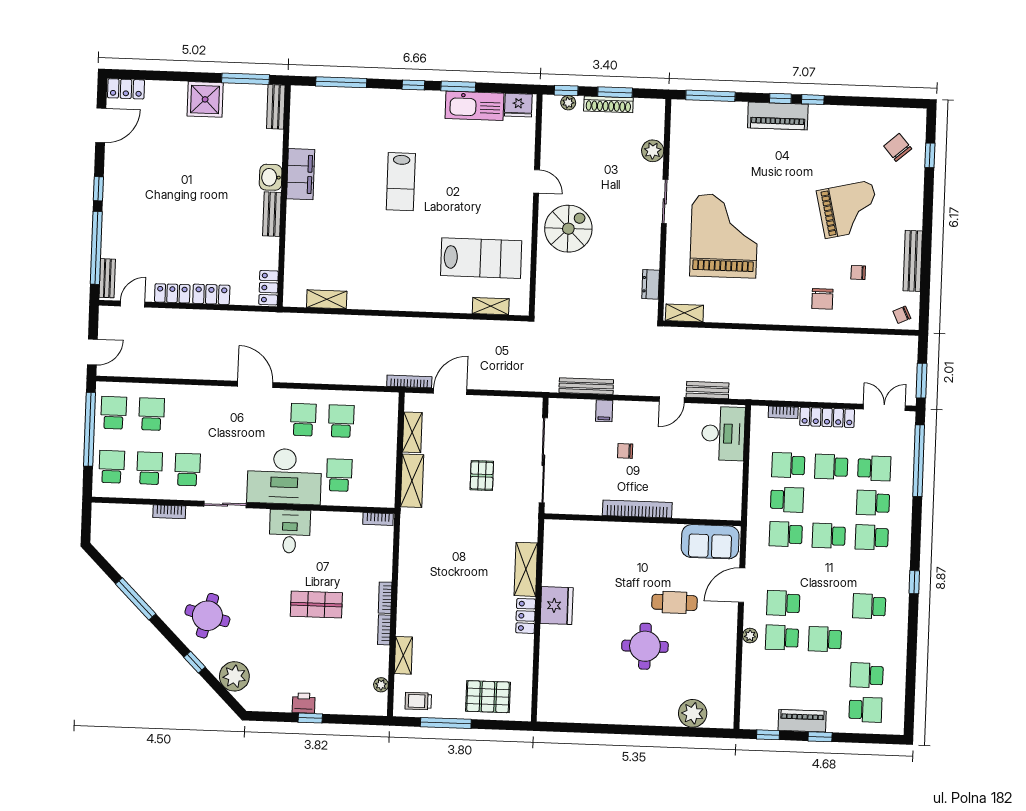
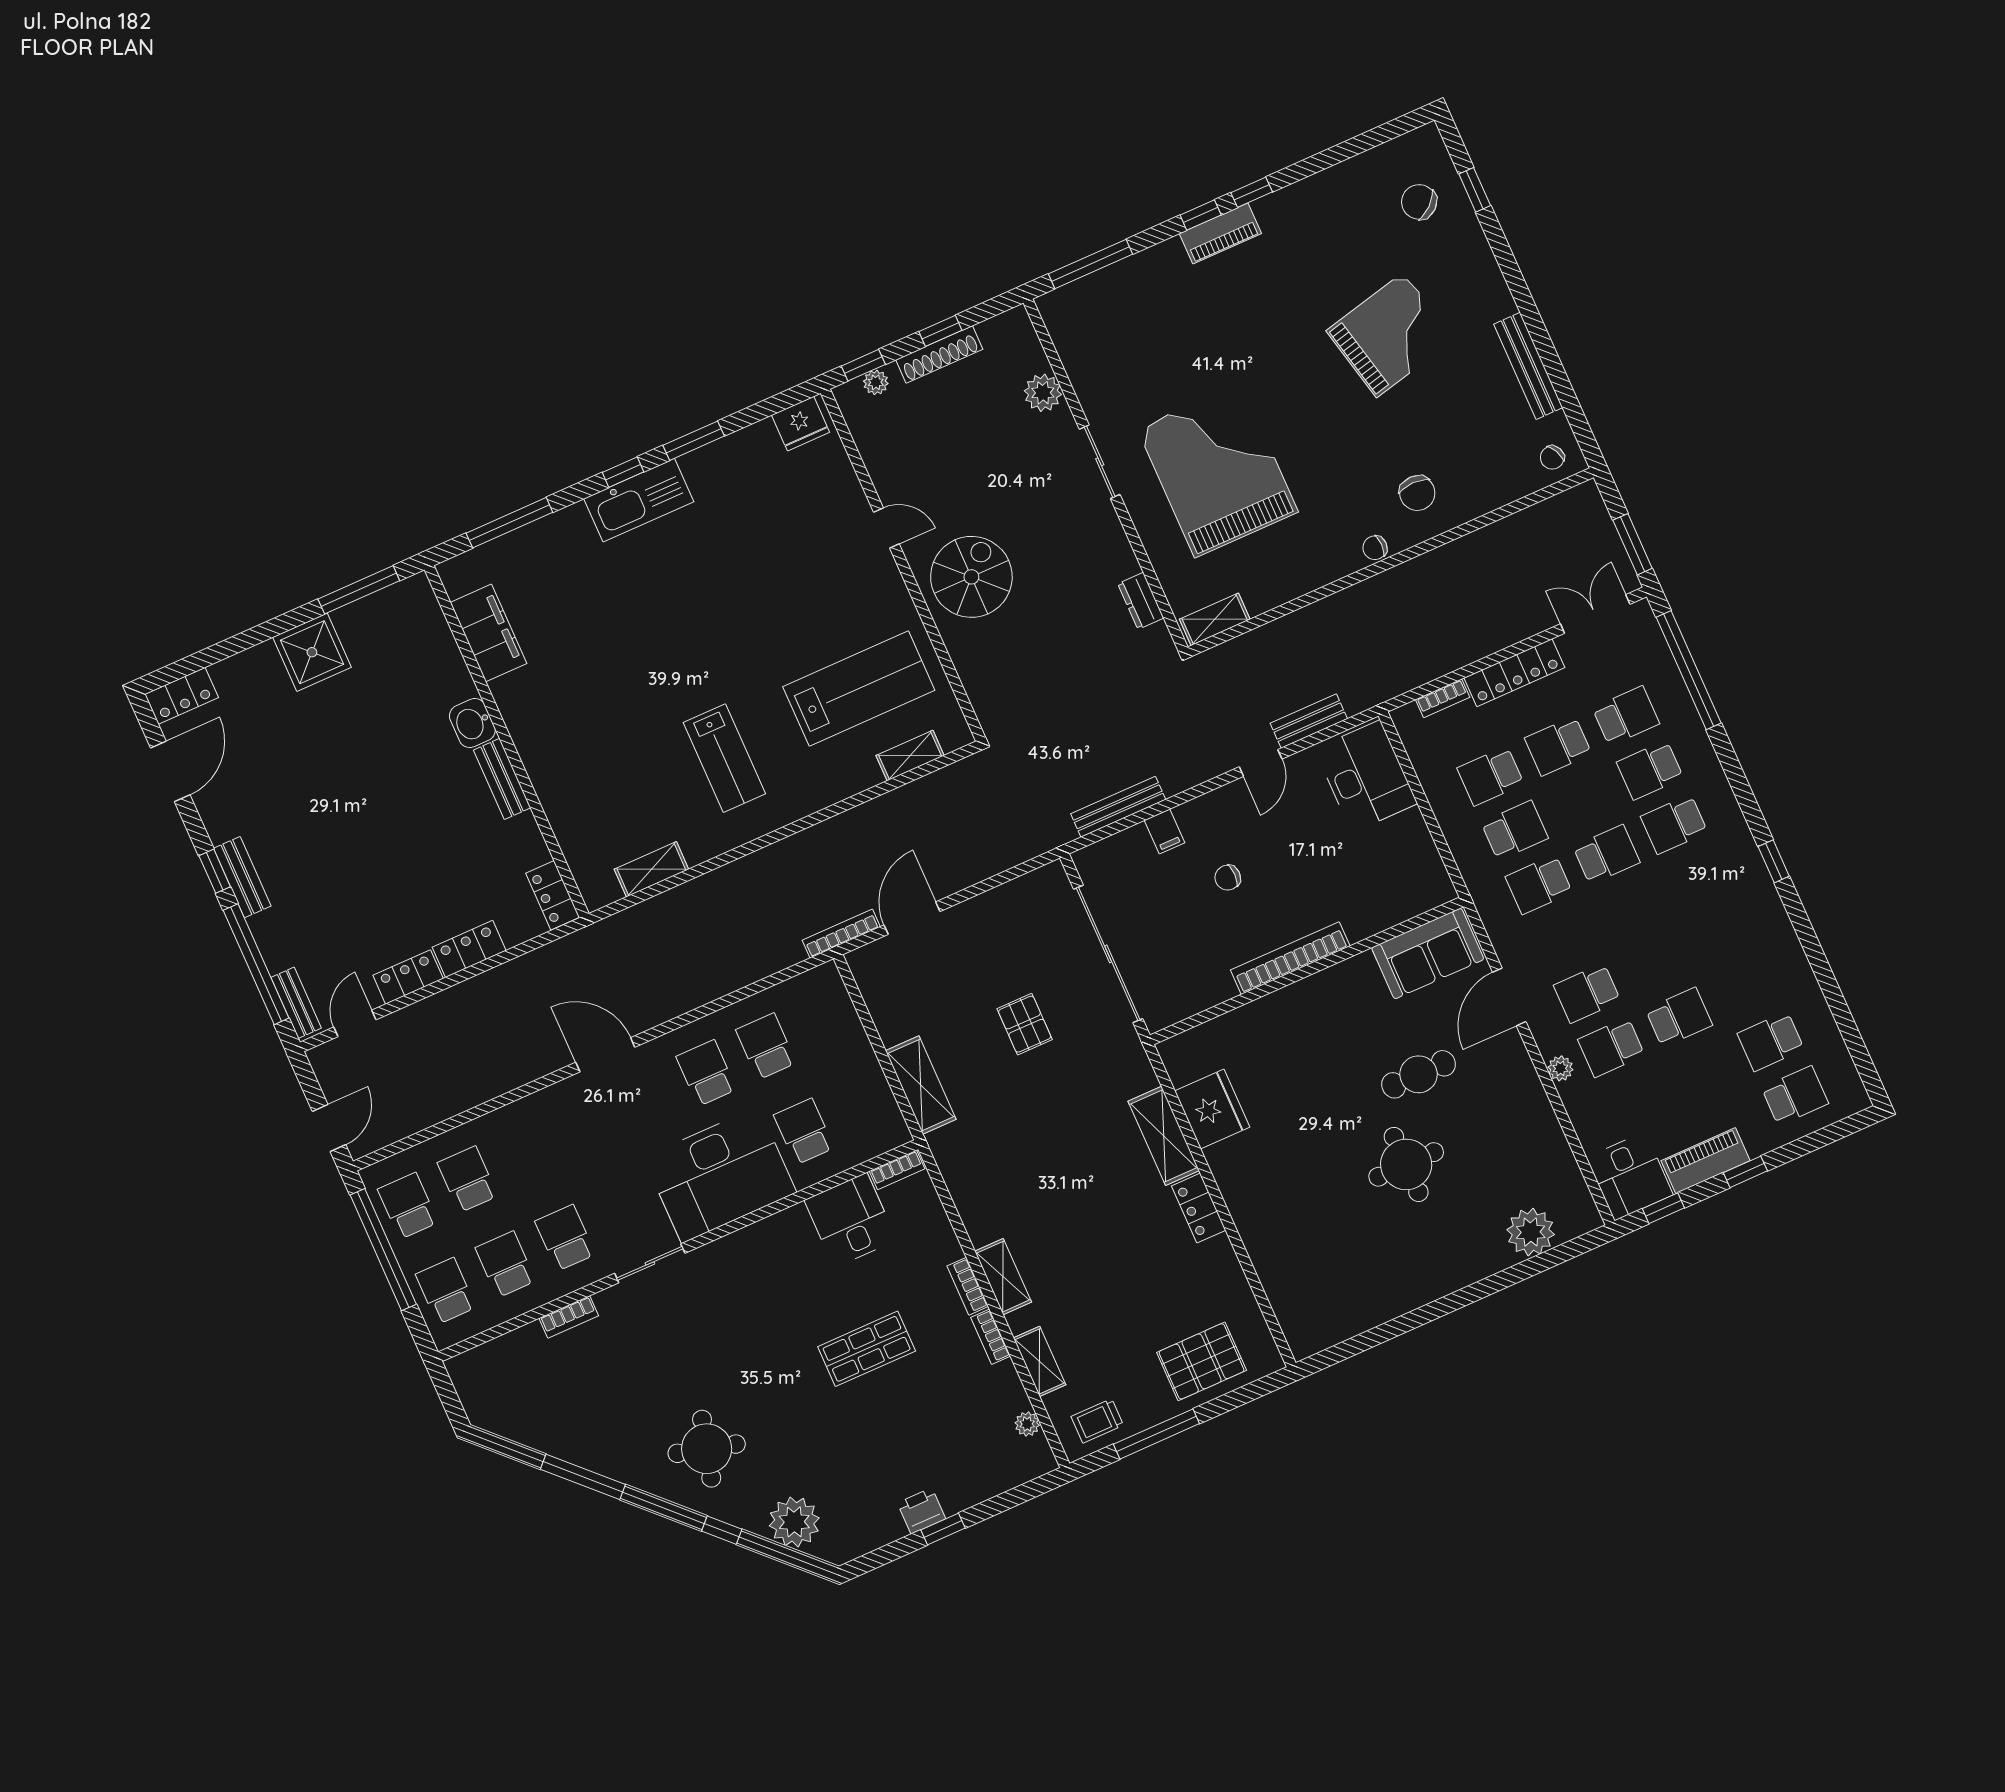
window: (615, 92) -> (940, 331), width x0.67
kitchen sink: (475, 106) -> (639, 500), moved
bench: (276, 107) -> (242, 877), moved
piano: (778, 116) -> (1220, 234), width x0.73, depth x0.75
filing cabinet: (301, 174) -> (488, 633), moved
lab bench: (401, 182) -> (724, 758), moved
chair: (858, 273) -> (1375, 548), moved
shelving: (412, 432) -> (1003, 1277), moved
desk: (290, 531) -> (850, 1220), moved
school desk: (829, 536) -> (1606, 854), turned 180
fridge: (557, 606) -> (1212, 1109), moved
school desk: (869, 606) -> (1722, 933), removed
school desk: (825, 639) -> (1679, 1017), turned 180
desk: (759, 710) -> (1630, 1176), added

